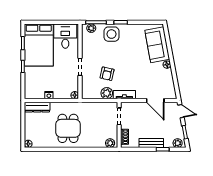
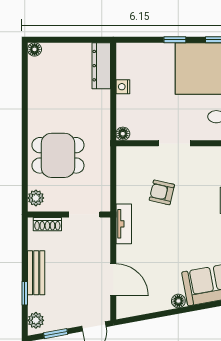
plant: (107, 93) -> (126, 192), removed
door: (155, 100) -> (113, 280), swing flipped
dining table: (68, 128) -> (58, 155), moved

